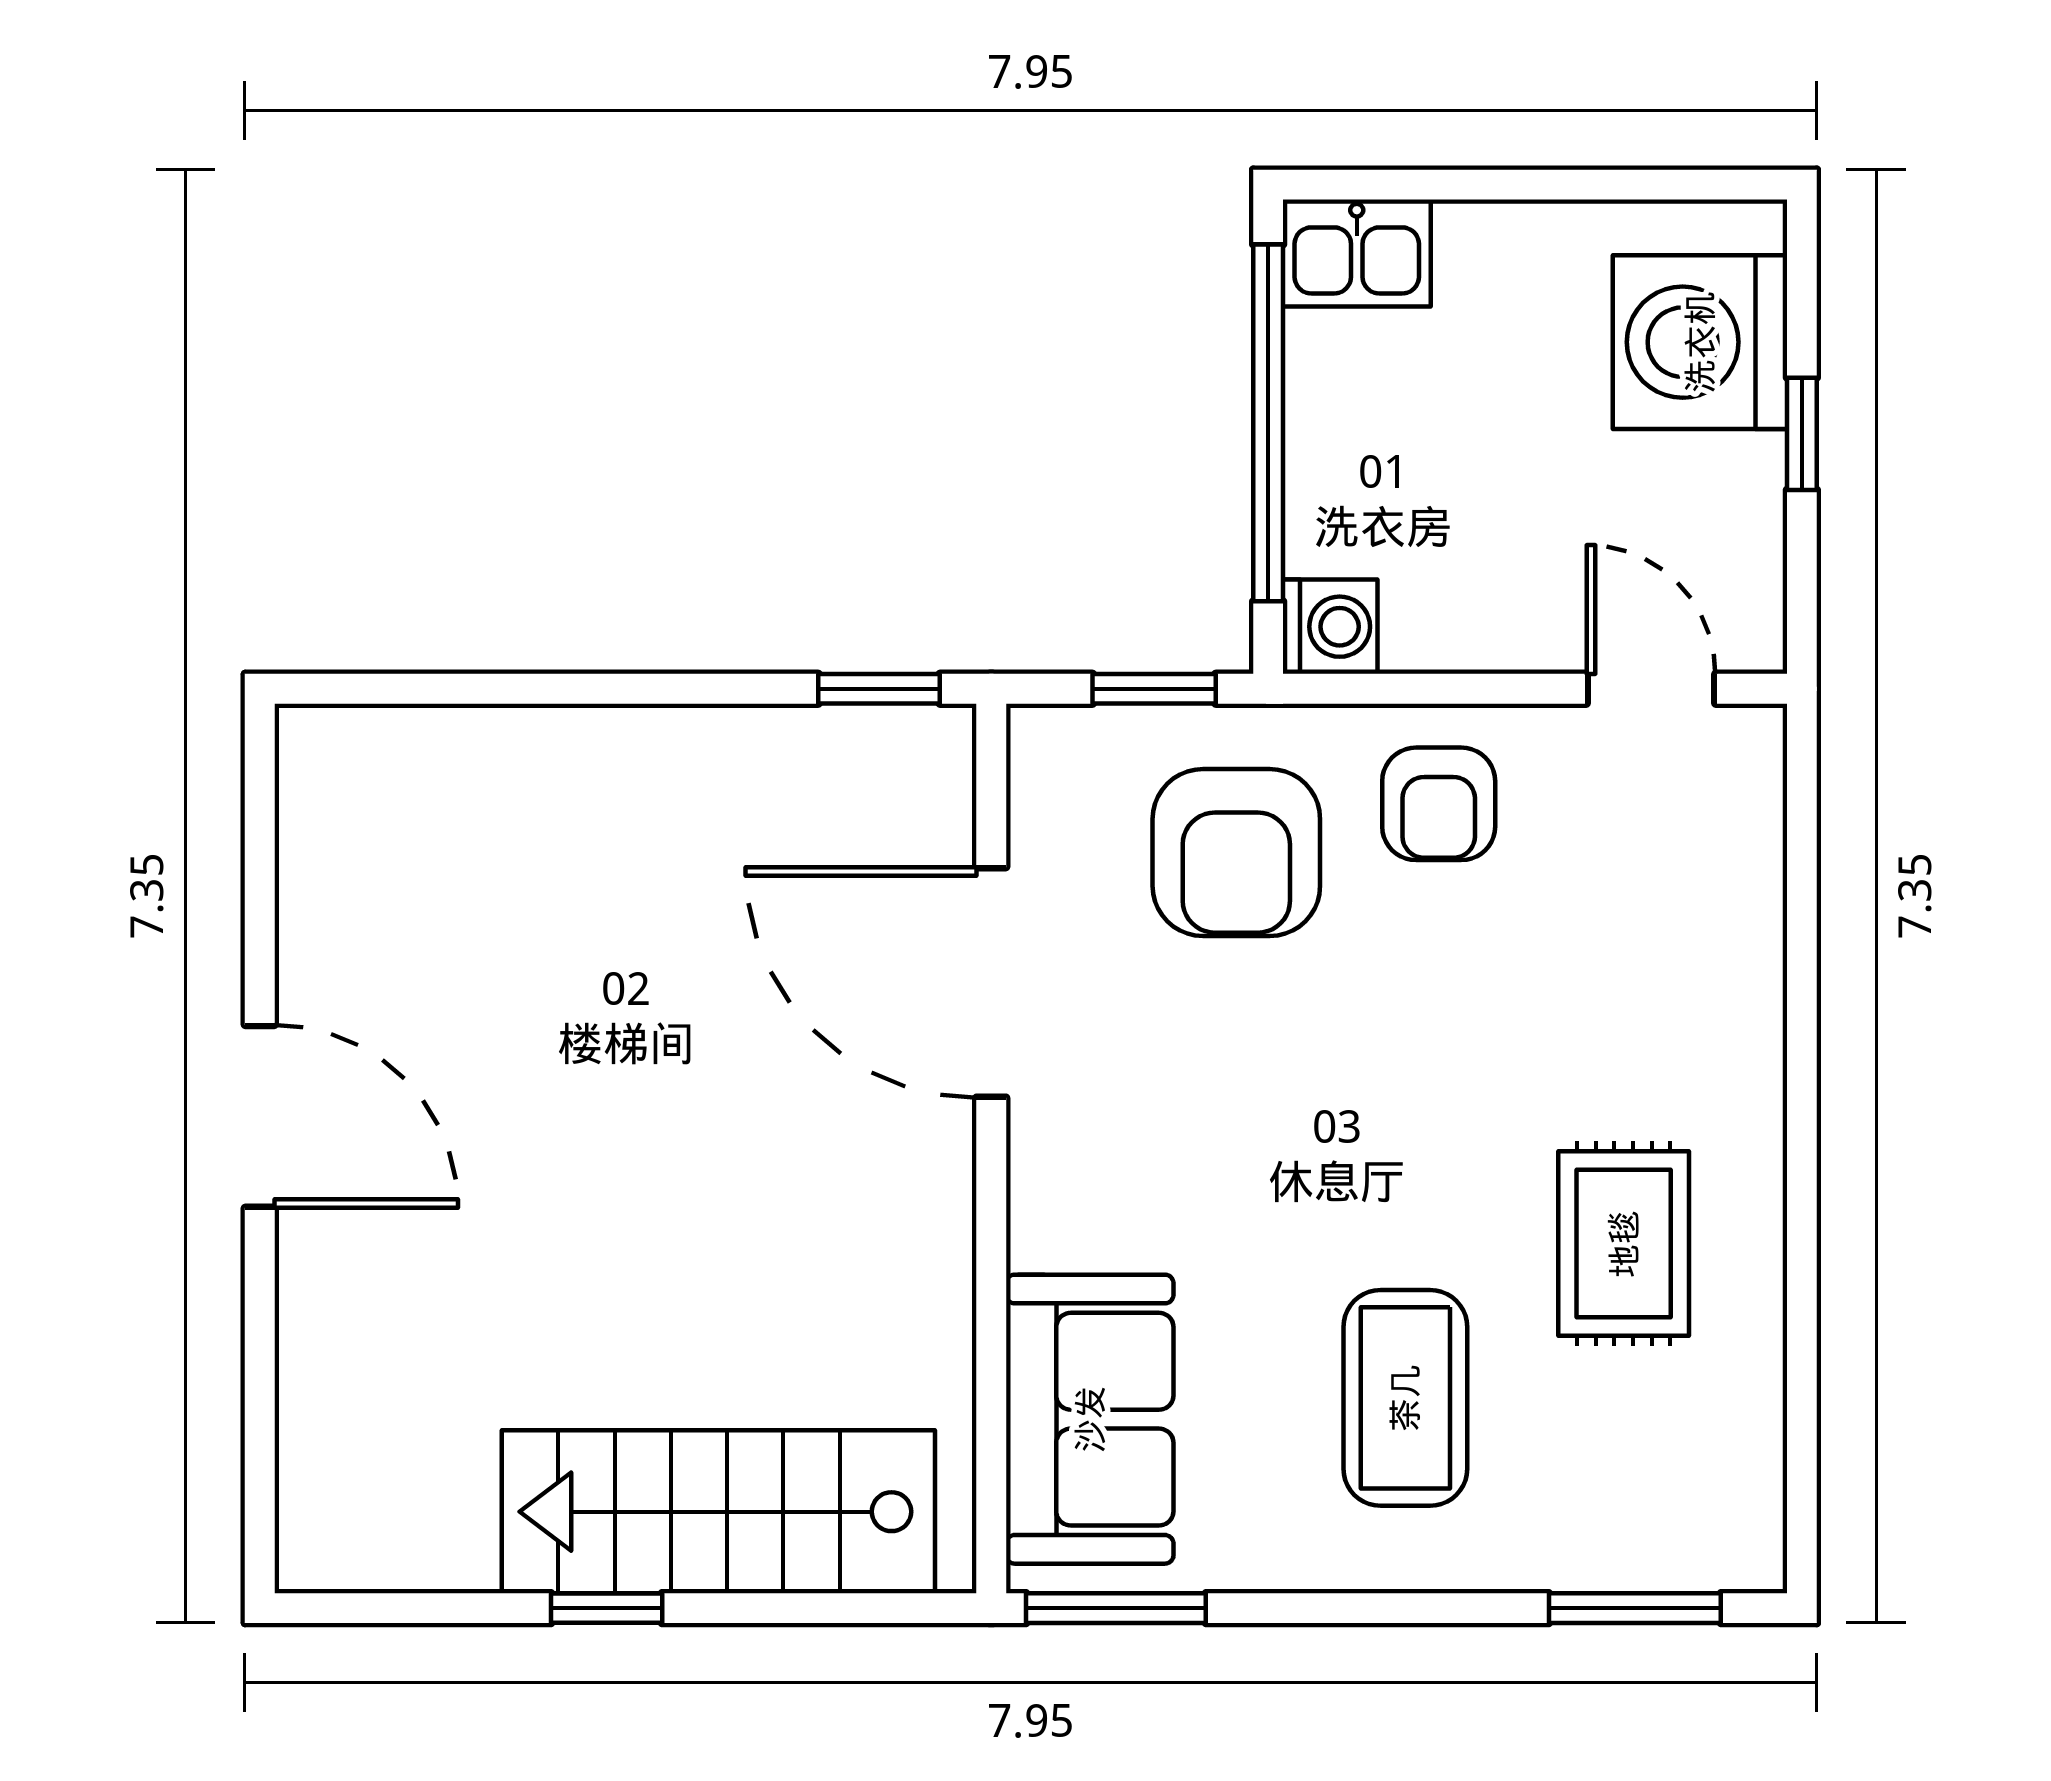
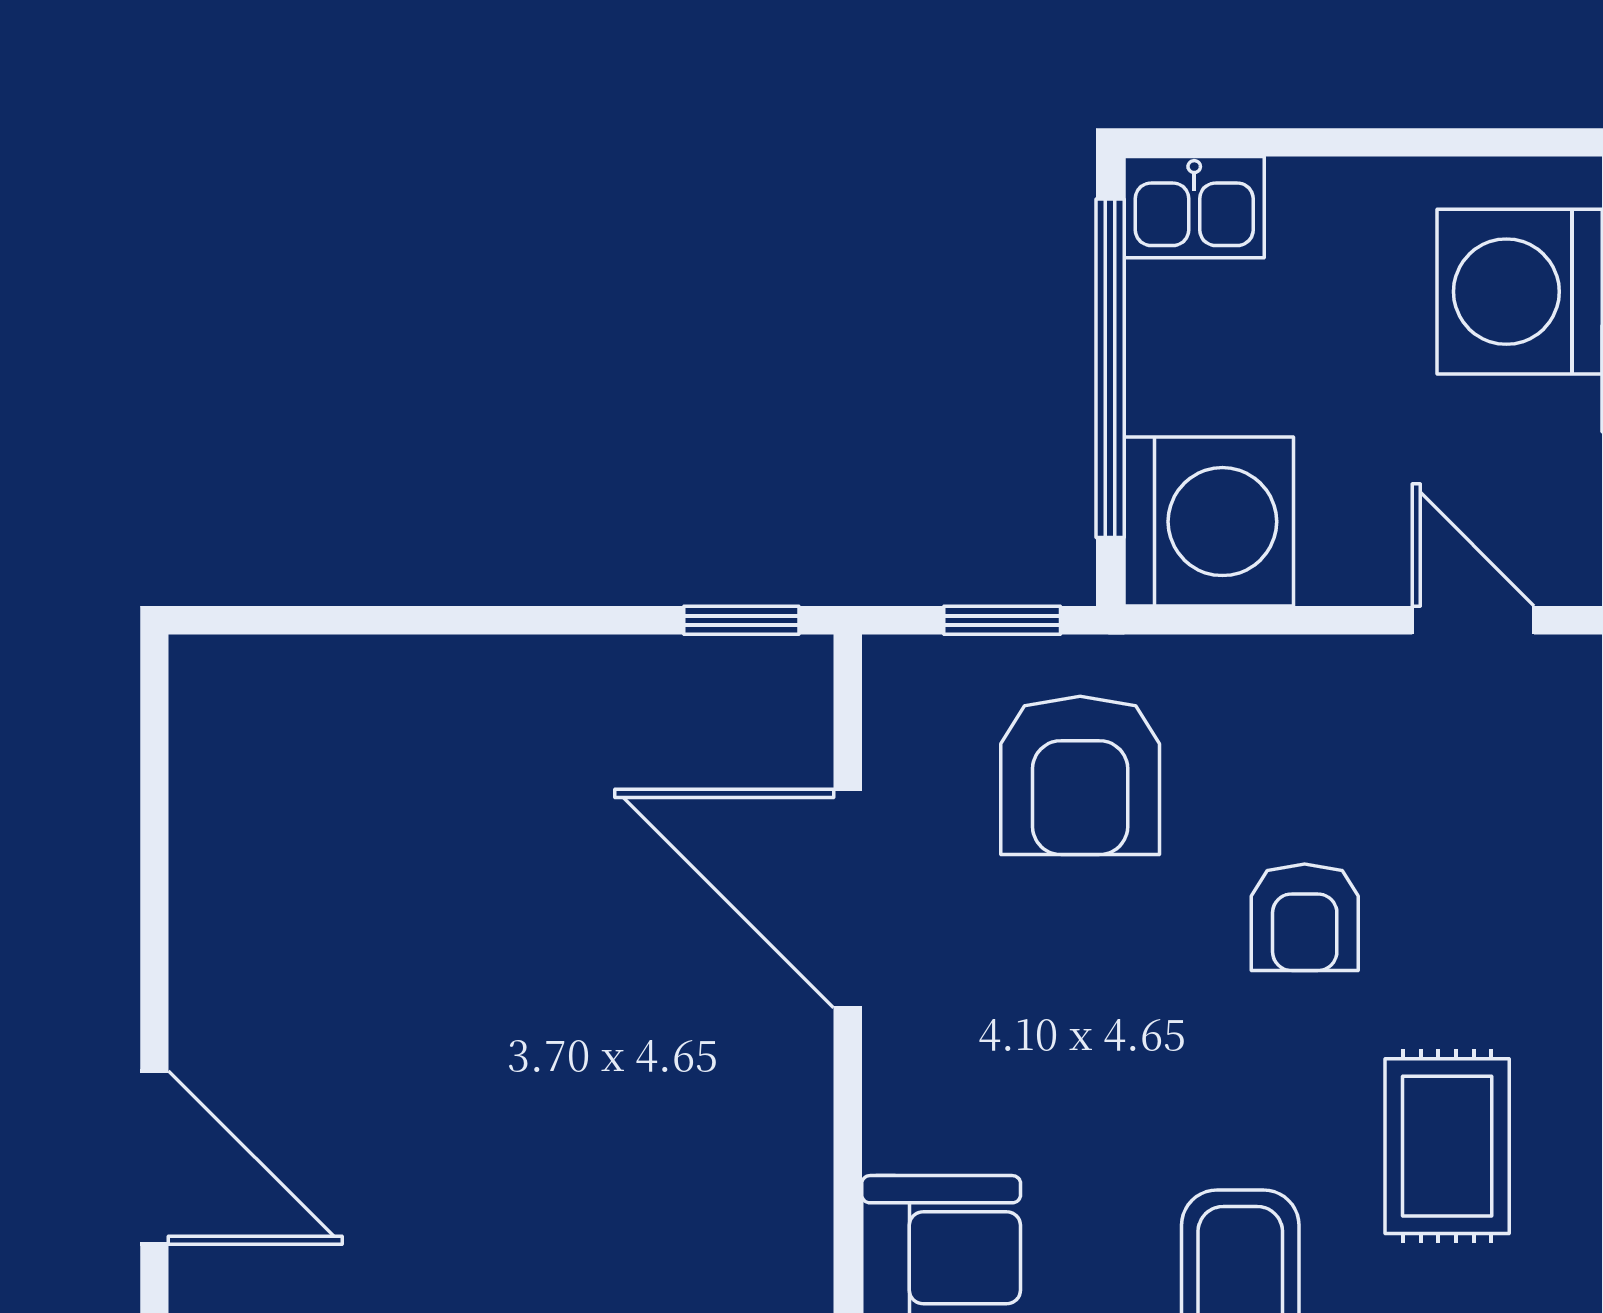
washing machine: (1330, 627) -> (1209, 522), width x1.89, depth x1.89
armchair: (1439, 804) -> (1305, 917), moved
door: (260, 1116) -> (154, 1158), moved

